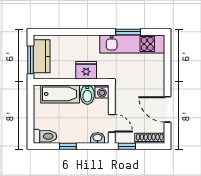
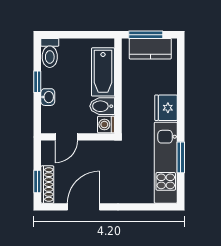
fridge: (86, 70) -> (166, 108), moved, turned 180
washbasin: (98, 138) -> (48, 97), moved
window: (127, 146) -> (37, 182), moved

